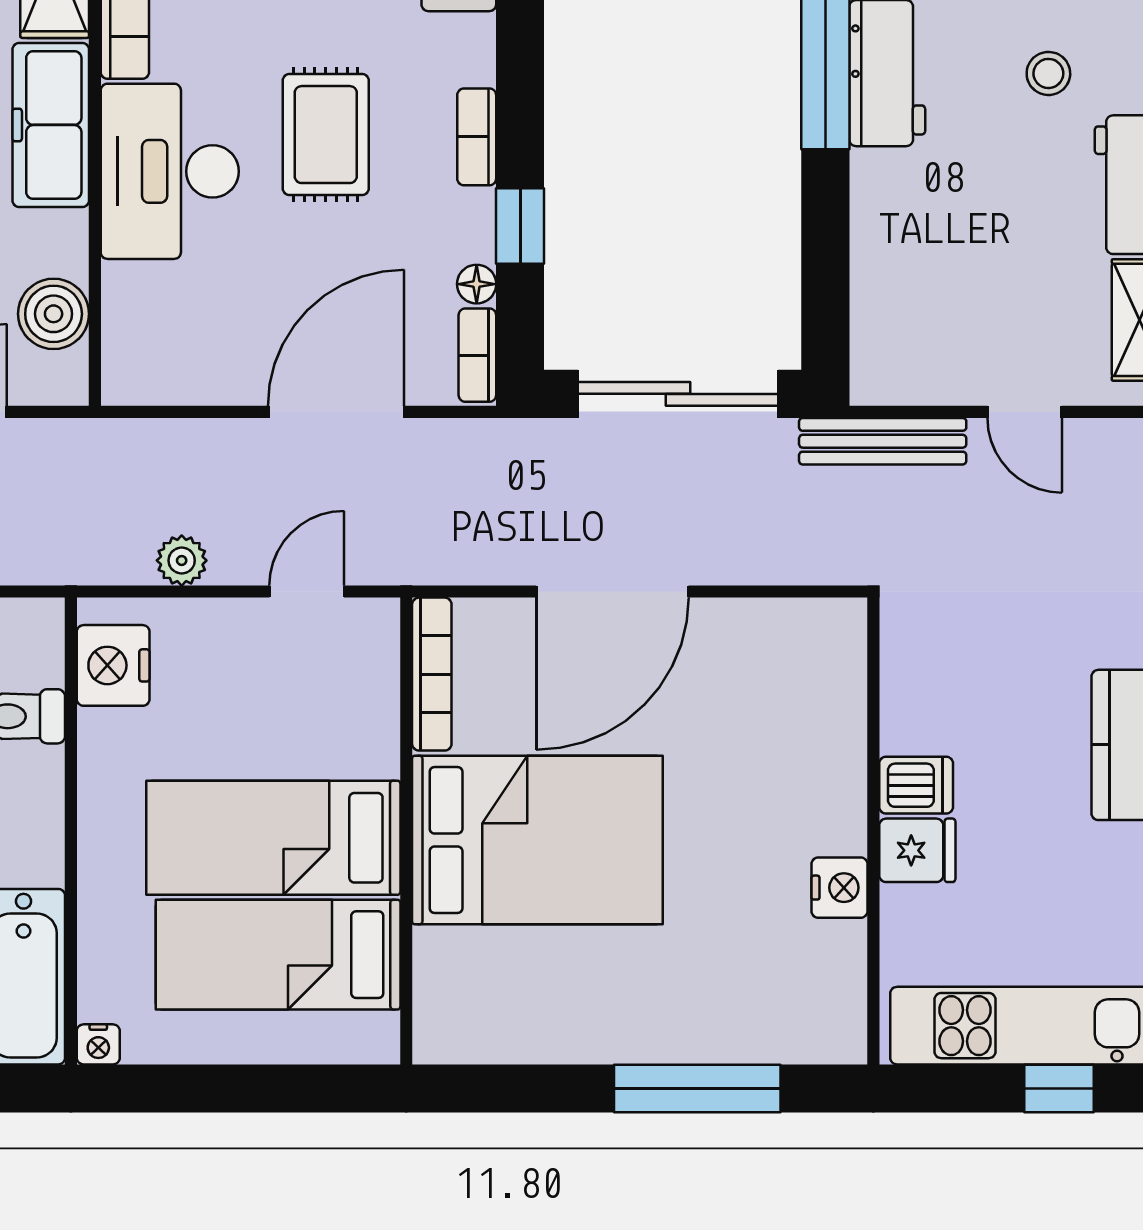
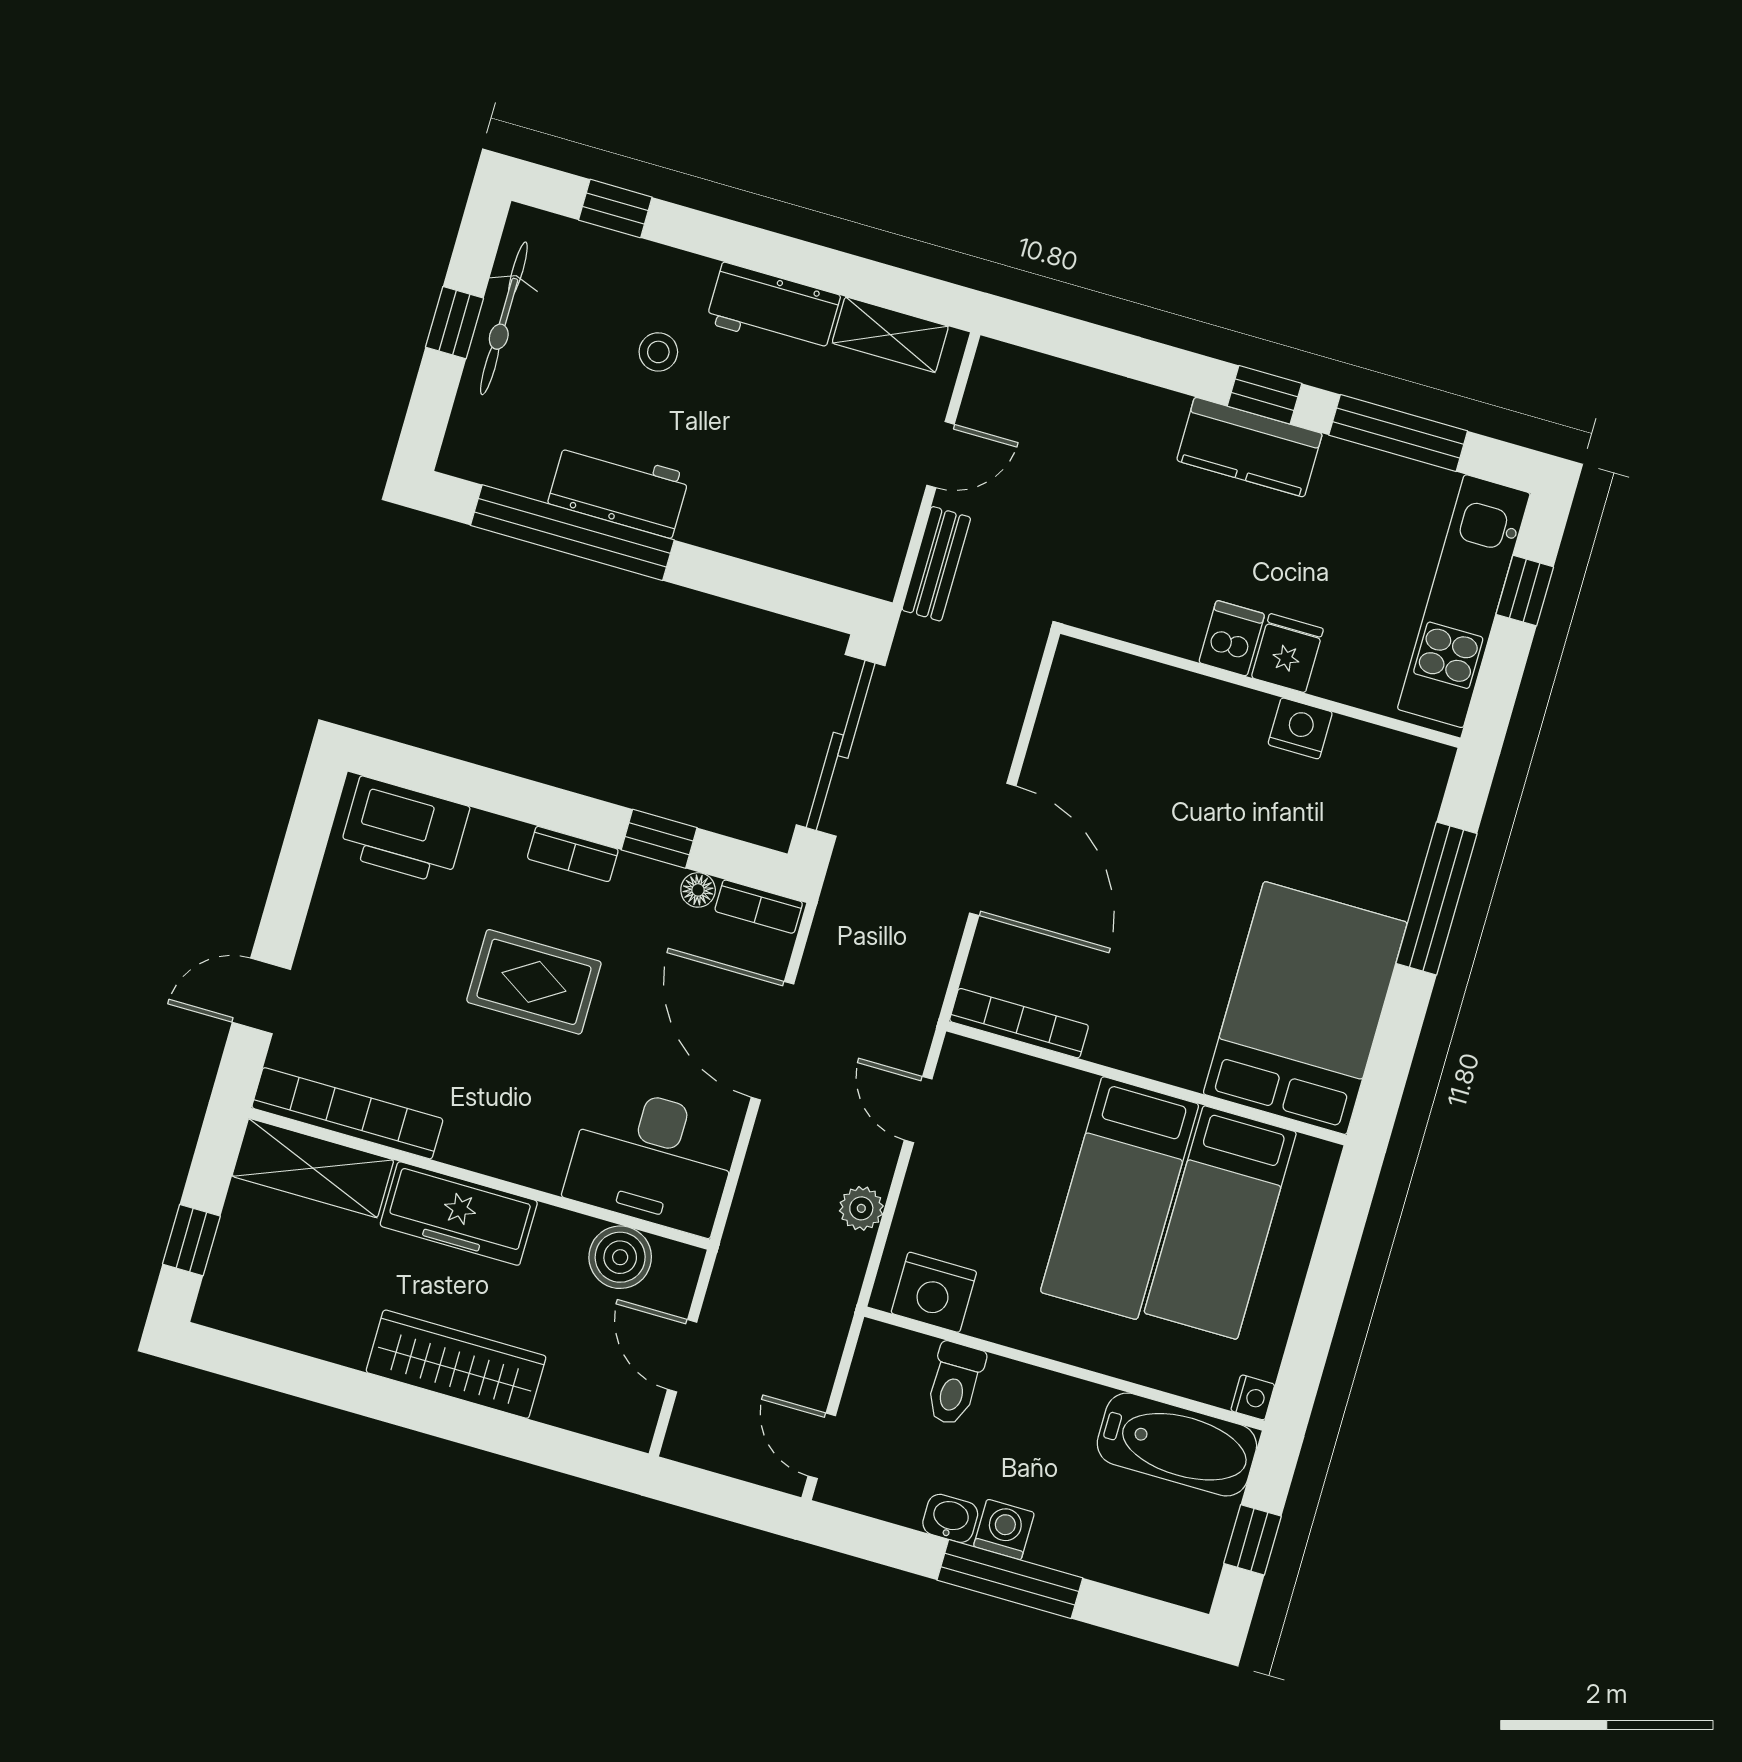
desk: (170, 171) -> (652, 1159), moved
bench: (883, 441) -> (936, 564), width x0.73
bed: (537, 840) -> (1305, 1008), moved

